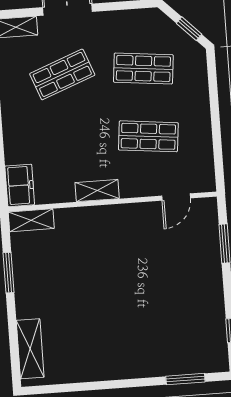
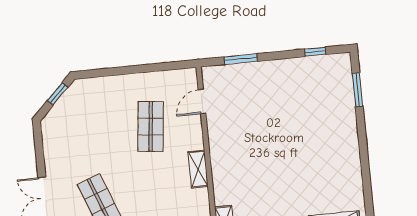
shop shelf: (143, 68) -> (93, 132), removed
door: (176, 197) -> (202, 101), swing flipped

